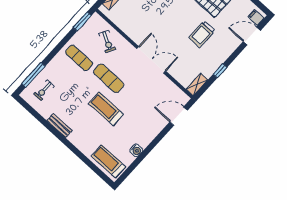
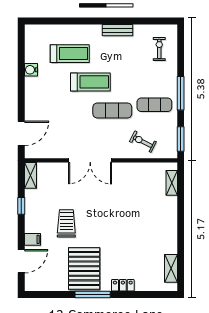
filing cabinet: (256, 17) -> (33, 239), moved
window: (33, 75) -> (181, 93), moved
treadmill: (109, 161) -> (70, 54), moved

